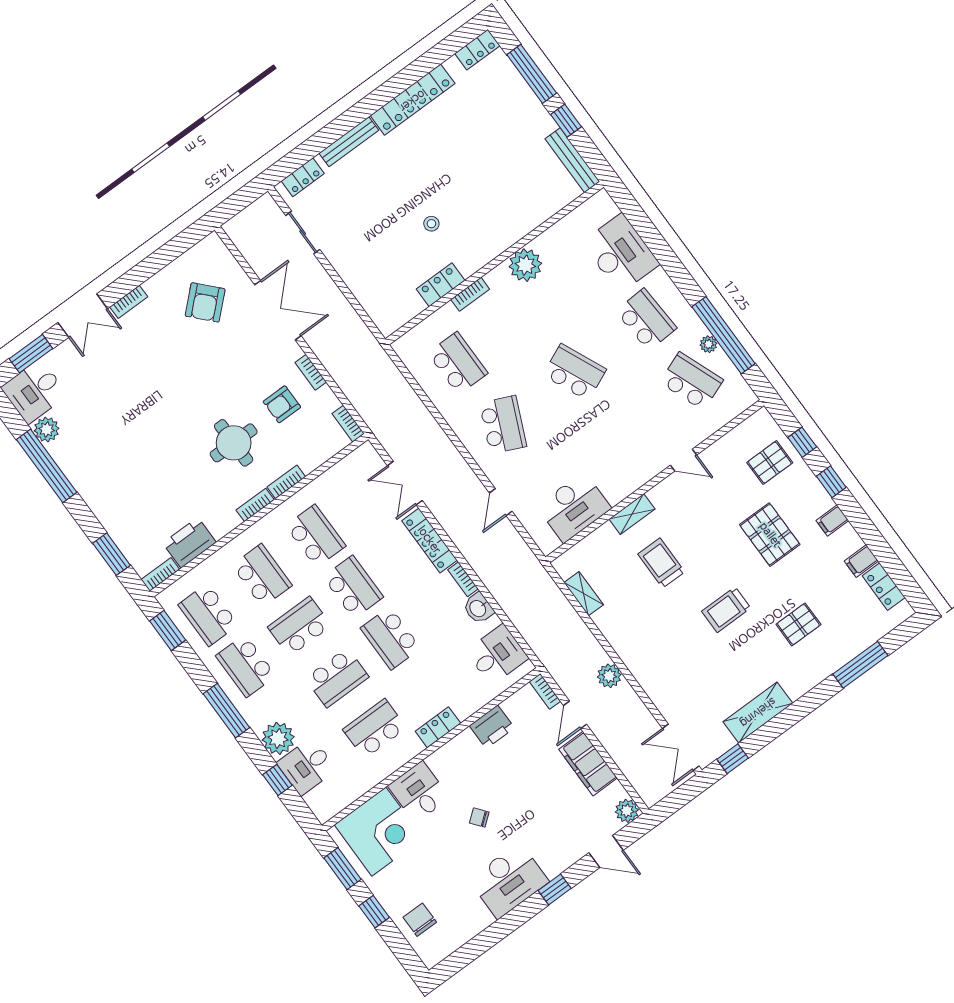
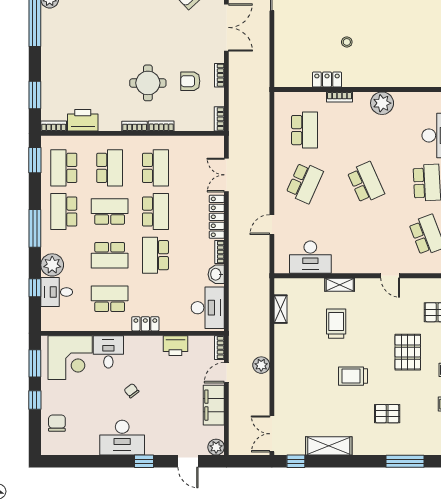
desk: (497, 655) -> (208, 308), width x1.37

